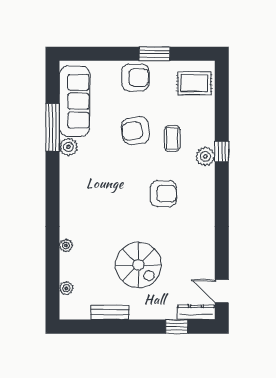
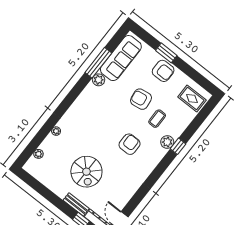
window: (155, 54) -> (166, 53), moved
armchair: (163, 194) -> (130, 144), turned -90
bench: (110, 312) -> (76, 204), moved

